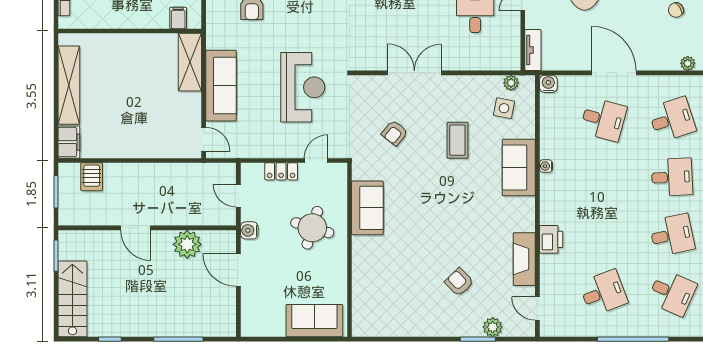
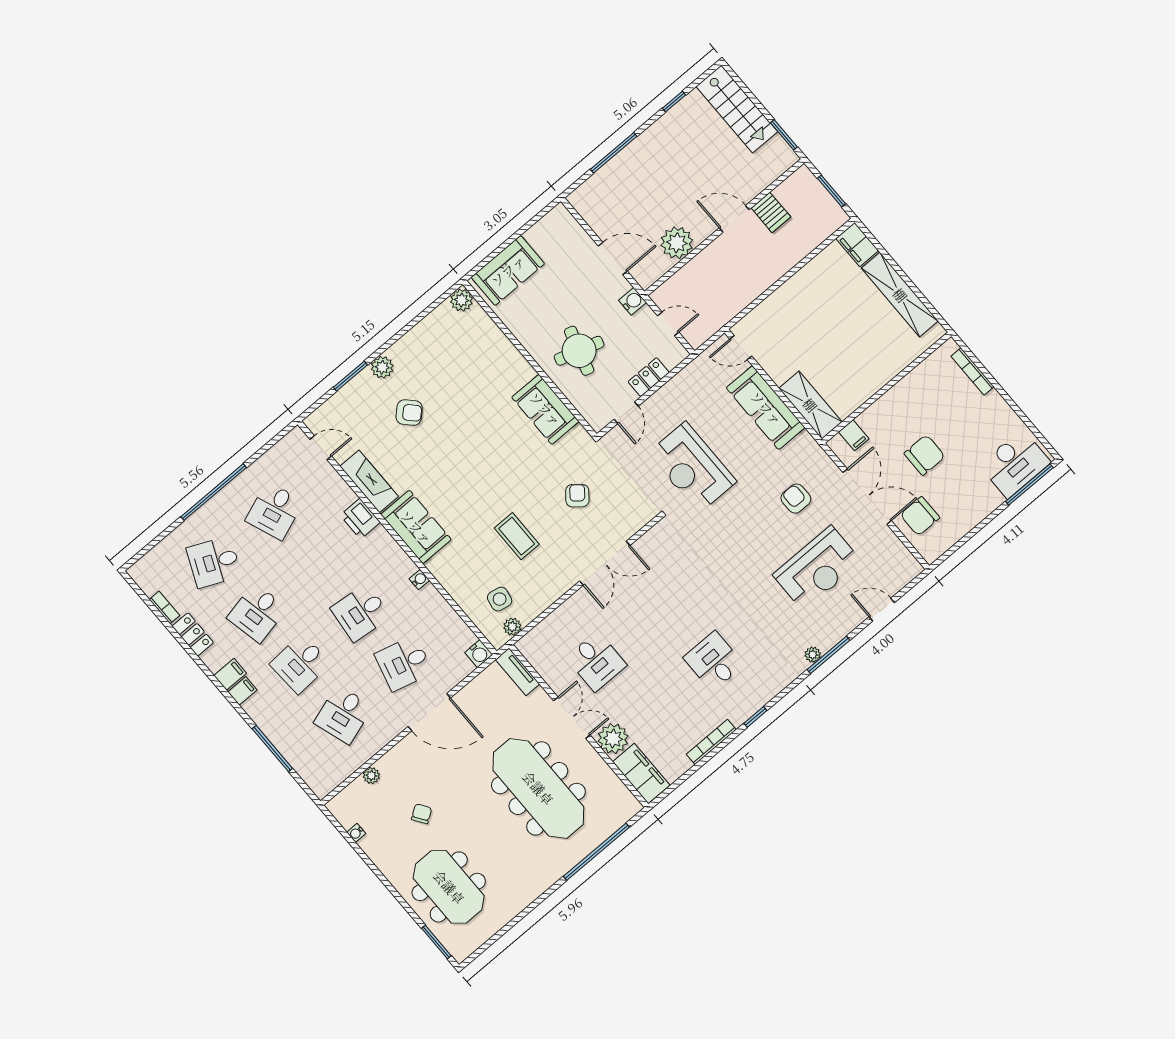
sofa: (519, 167) -> (416, 527), moved
server rack: (92, 177) -> (771, 212), moved, turned 180
desk: (603, 177) -> (361, 613), added
plant: (362, 327) -> (461, 300), added
plant: (493, 327) -> (382, 367), moved

